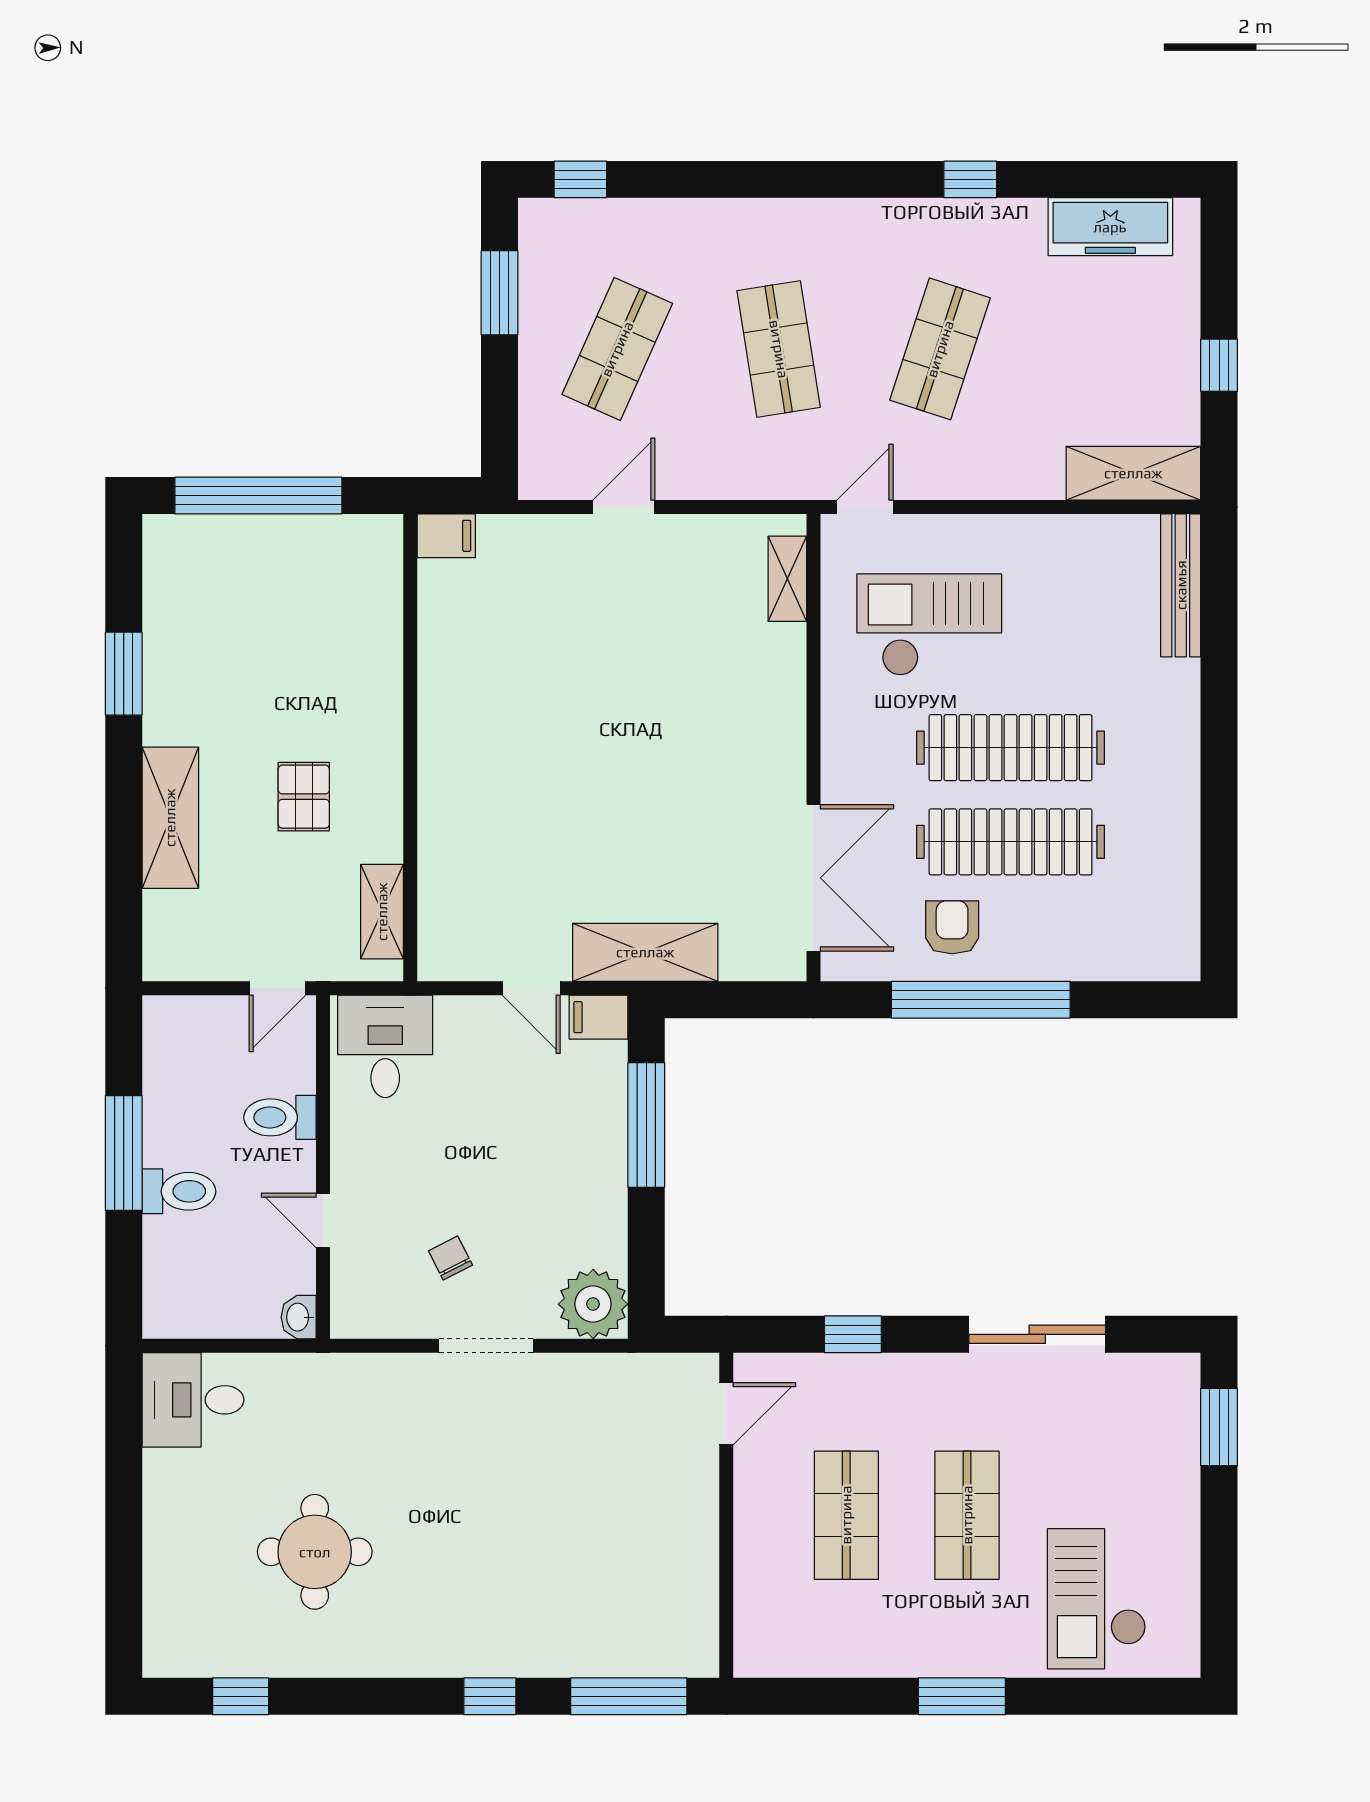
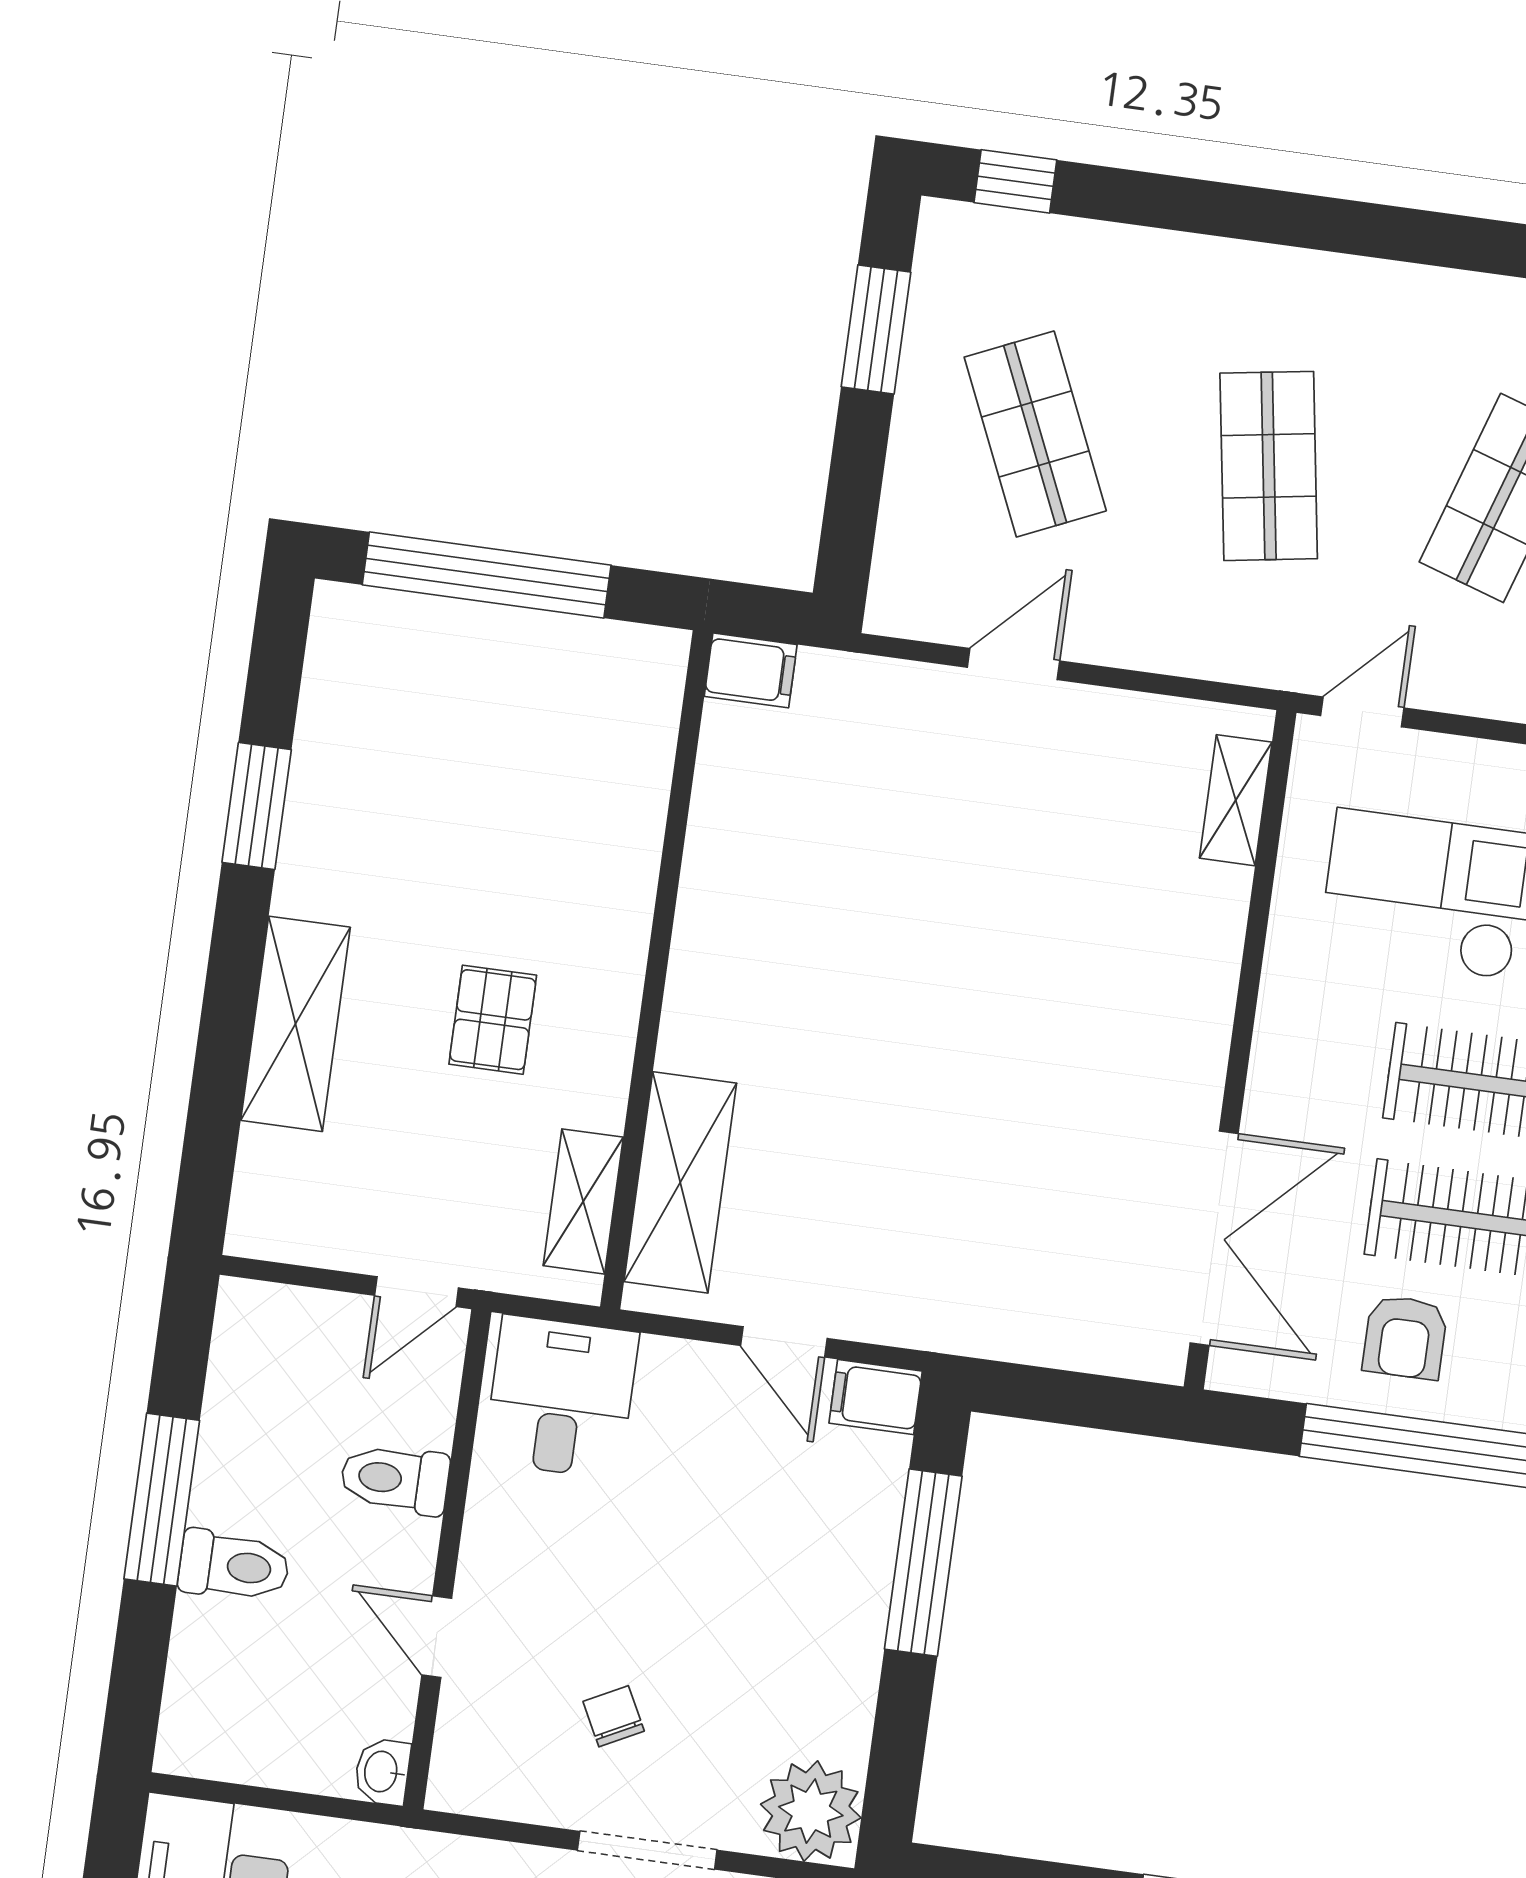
shop shelf: (617, 349) -> (1035, 434), turned -48
armchair: (952, 927) -> (1405, 1337), turned 180
shelving: (645, 952) -> (680, 1182), moved, turned 90

